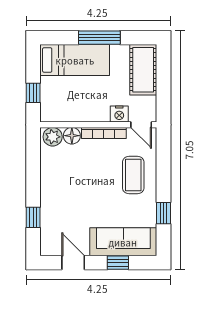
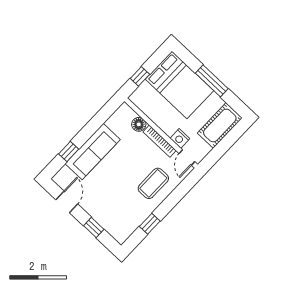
bed: (75, 60) -> (179, 85), width x1.50
plant: (53, 137) -> (127, 114), removed
sofa: (123, 242) -> (93, 152), moved, turned 90

